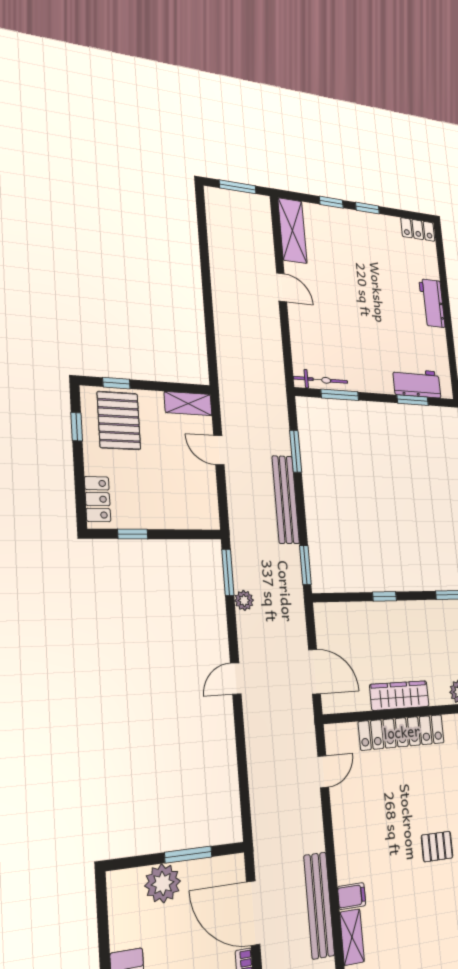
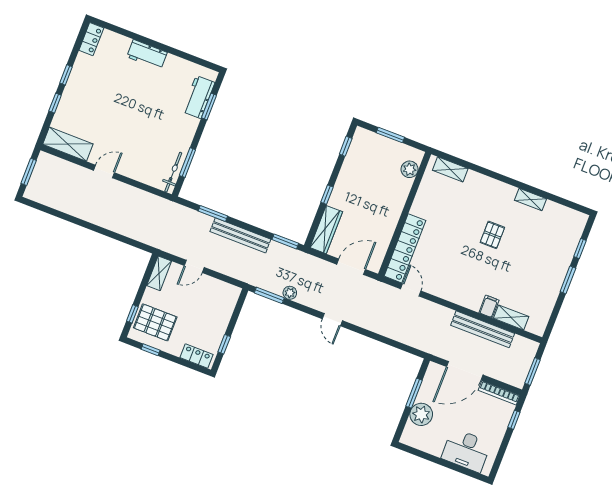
wardrobe: (399, 695) -> (326, 230), moved, turned 180
locker: (402, 732) -> (405, 248), moved

